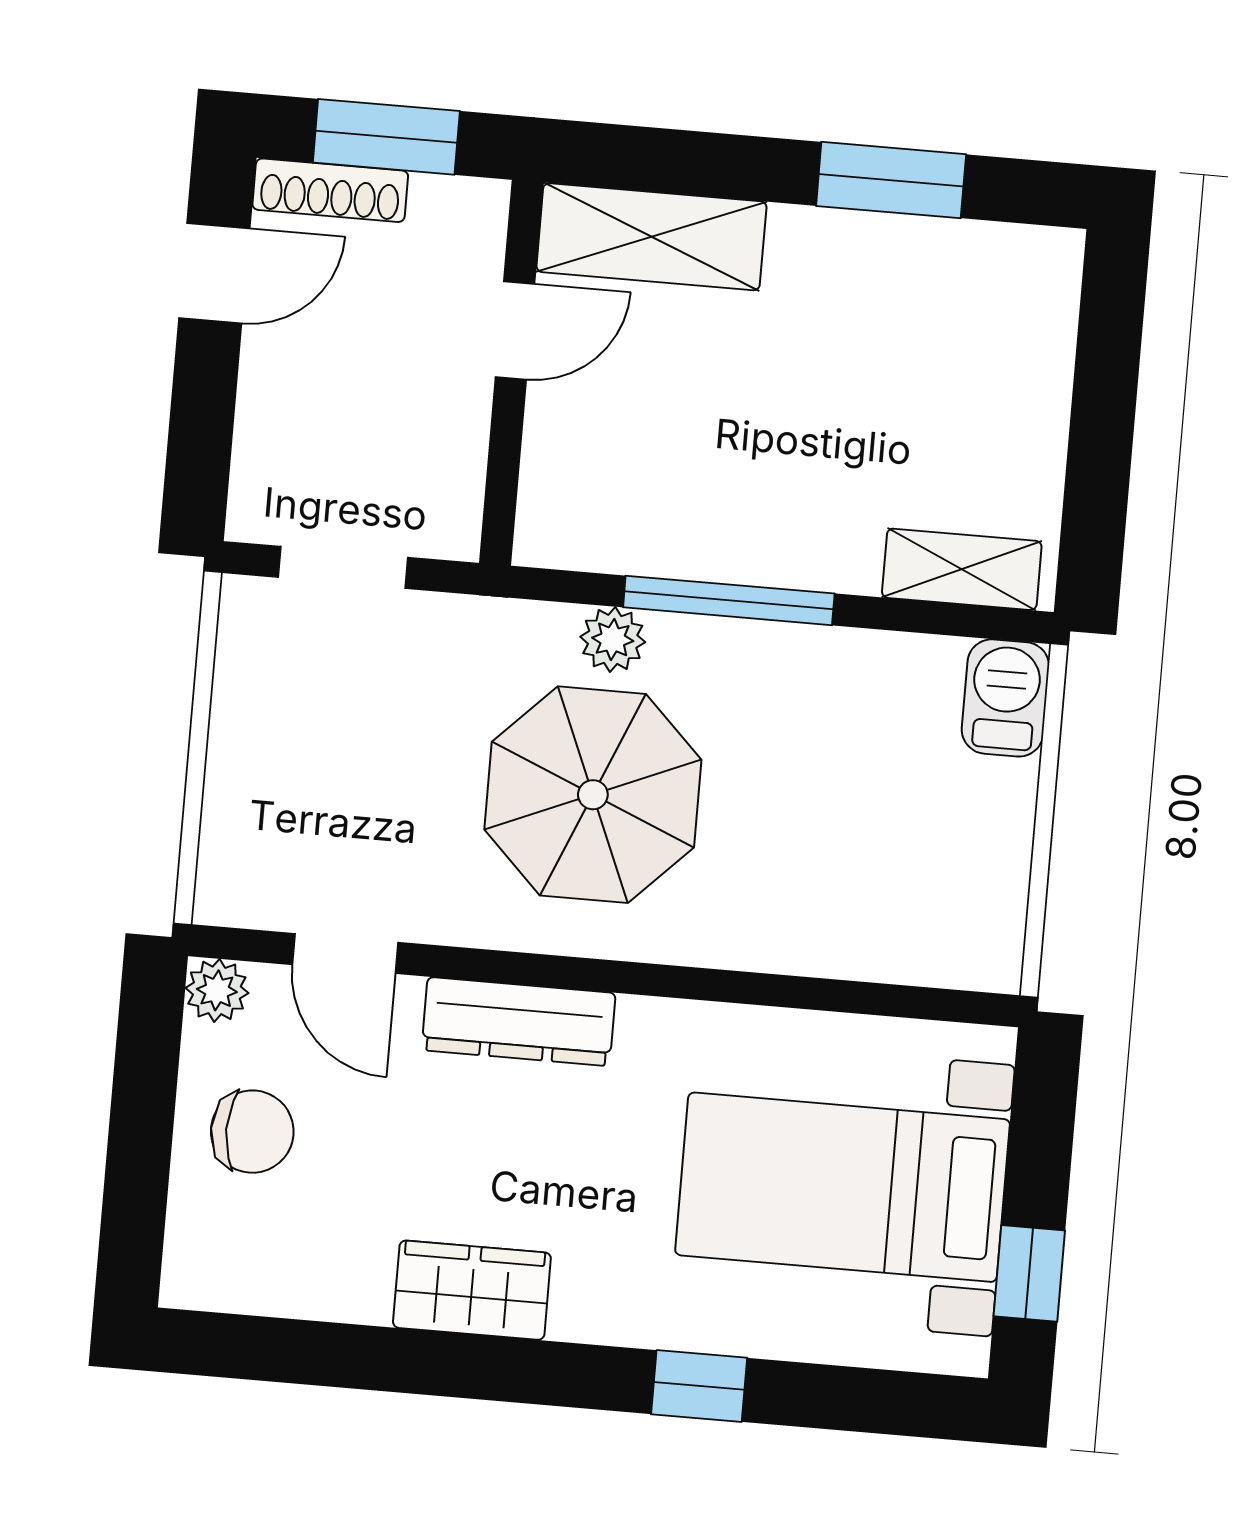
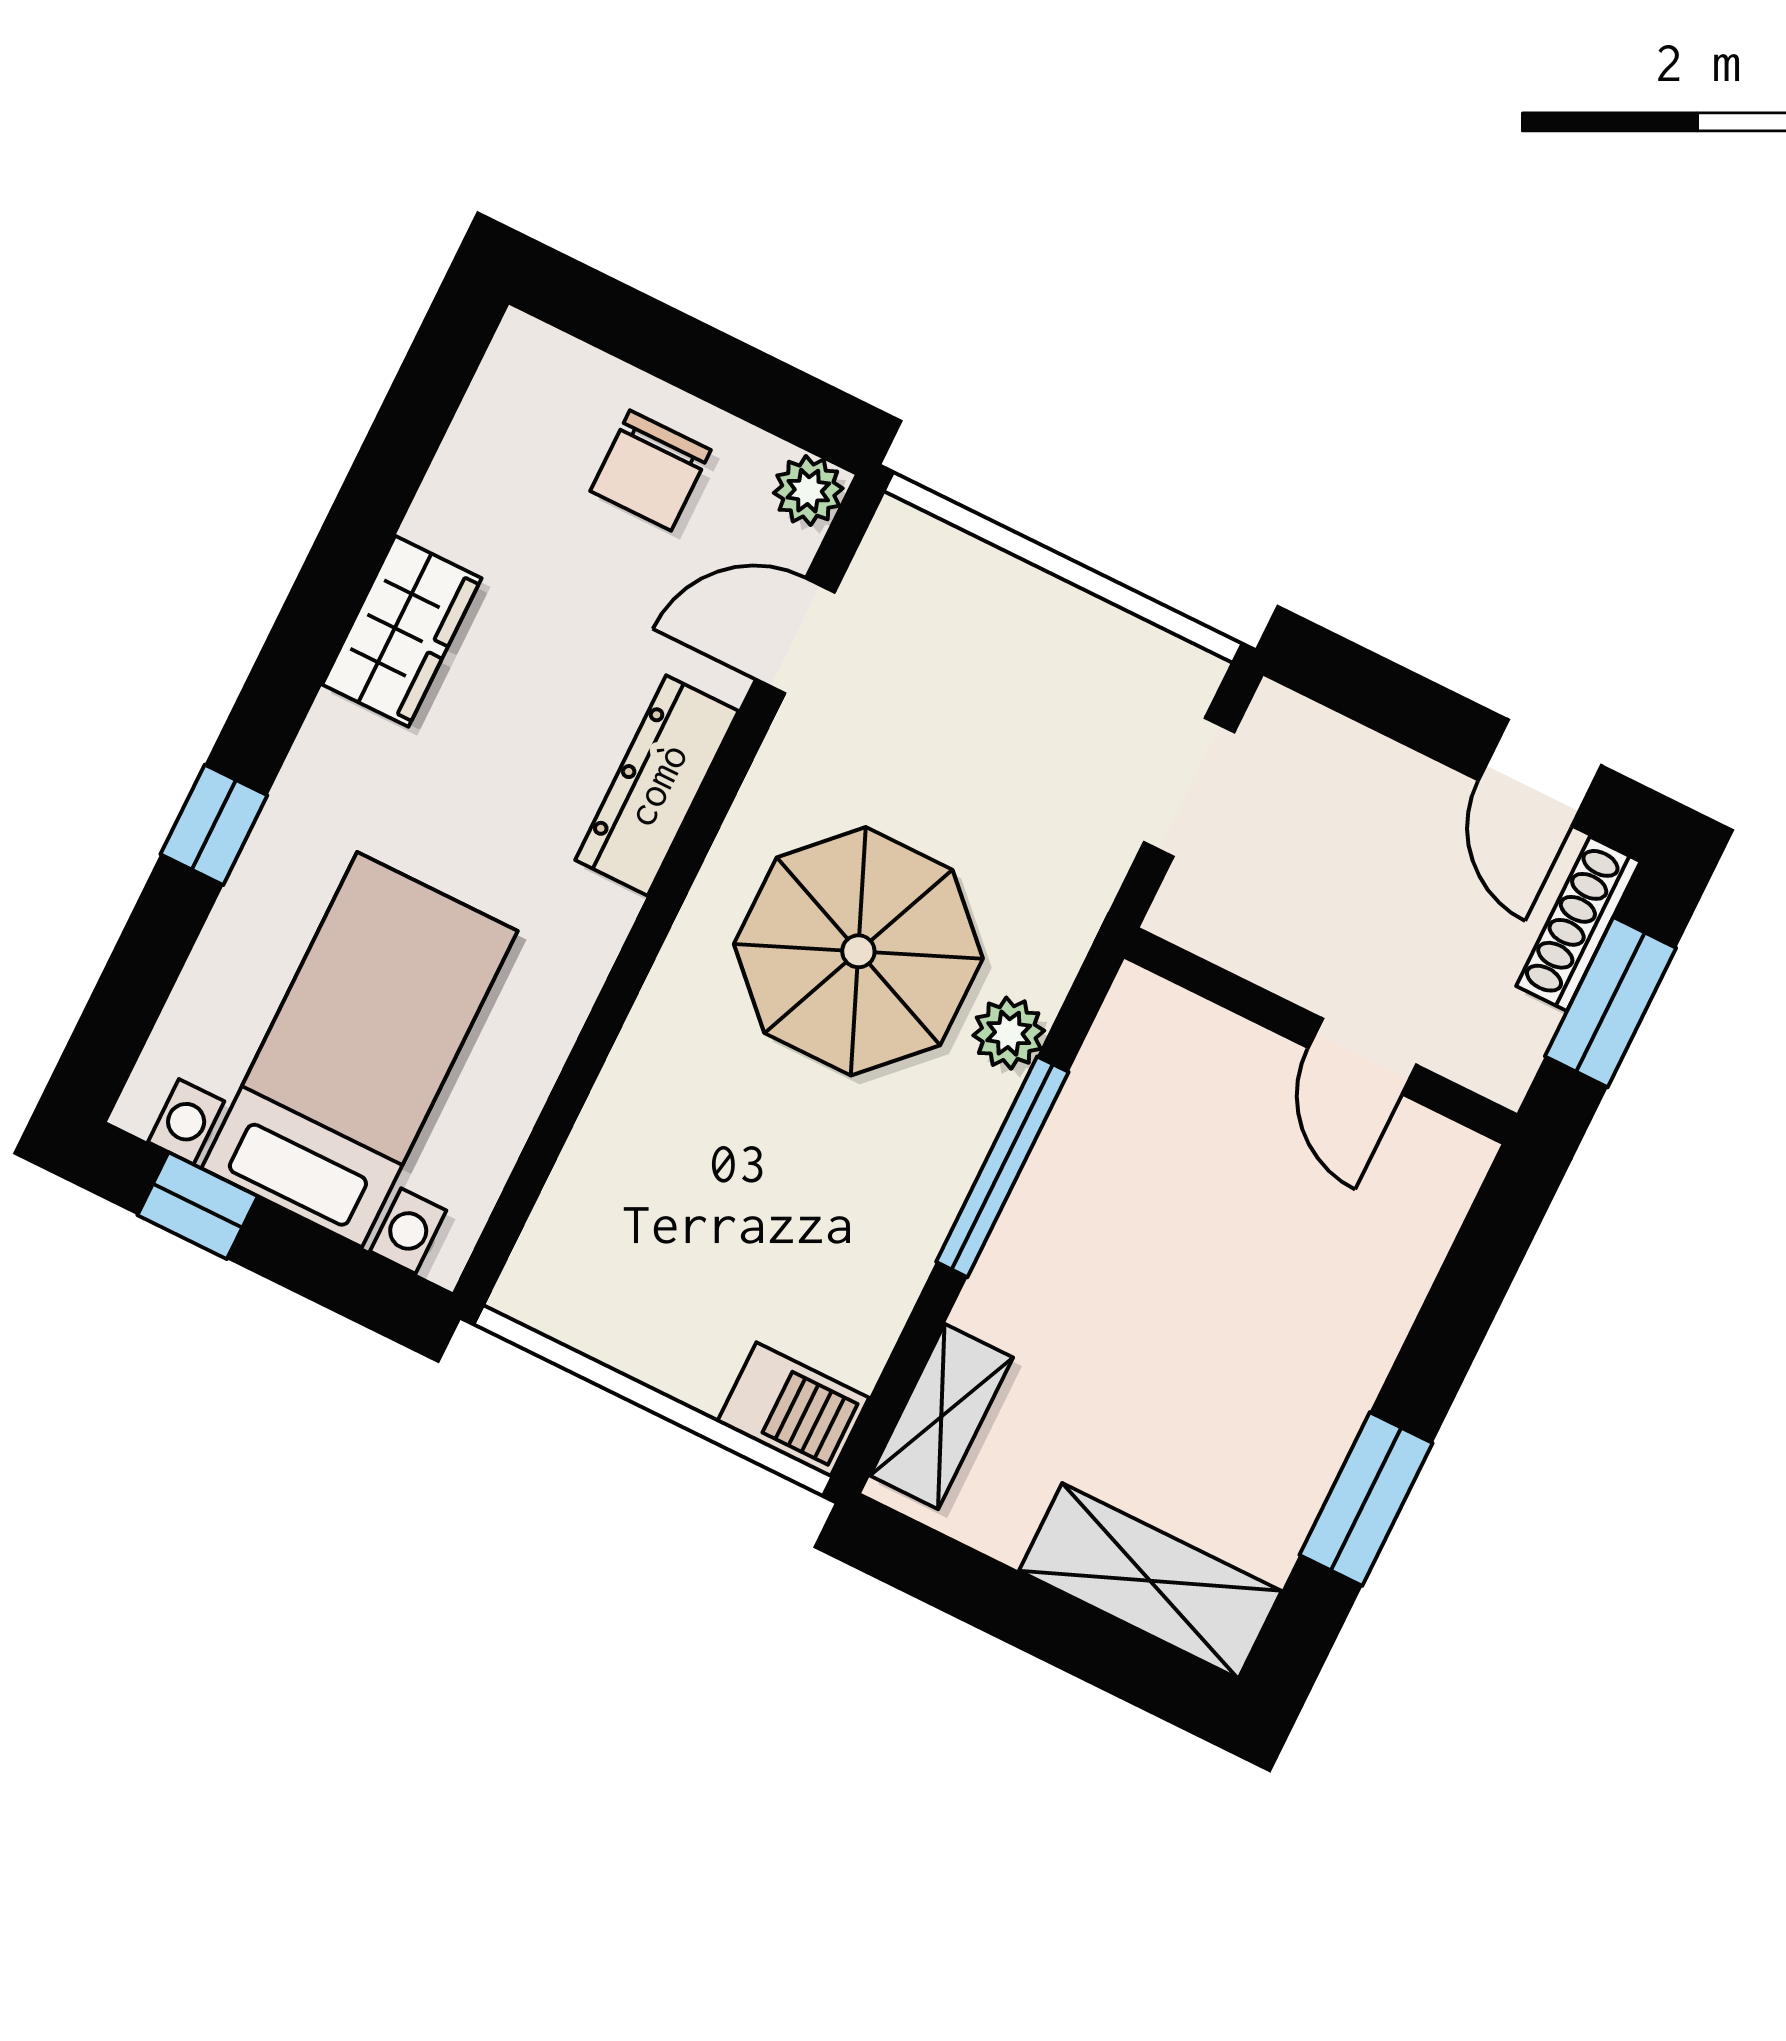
shelving: (651, 237) -> (1150, 1581), moved, turned 90

